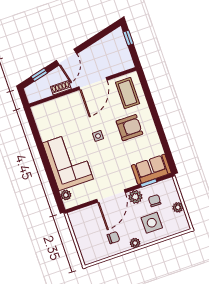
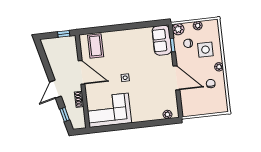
window: (128, 38) -> (64, 34), moved
door: (66, 57) -> (55, 89), swing flipped
coffee table: (128, 93) -> (96, 46), turned 90
armchair: (129, 128) -> (124, 51), removed
corner sofa: (68, 161) -> (109, 110), moved
plant: (135, 197) -> (178, 29), moved

